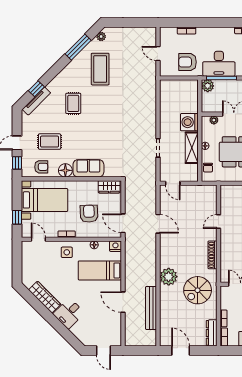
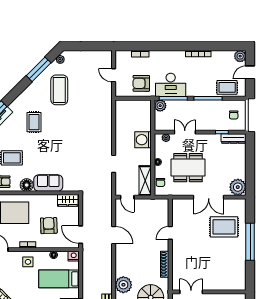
shelving: (192, 148) -> (145, 181), moved

